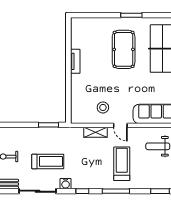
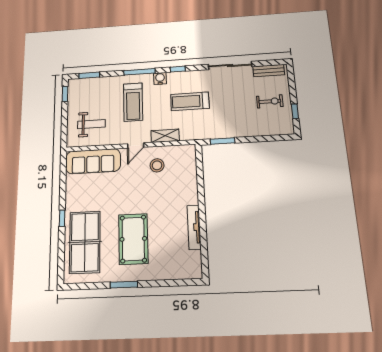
tv unit: (75, 61) -> (194, 227), width x1.41
door: (120, 125) -> (136, 145), swing flipped
treadmill: (48, 161) -> (190, 101), moved
water cooler: (66, 184) -> (160, 78), moved

